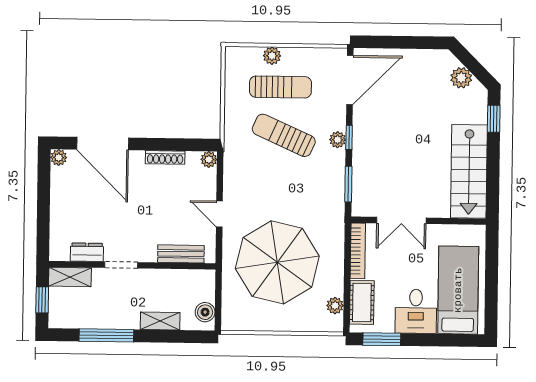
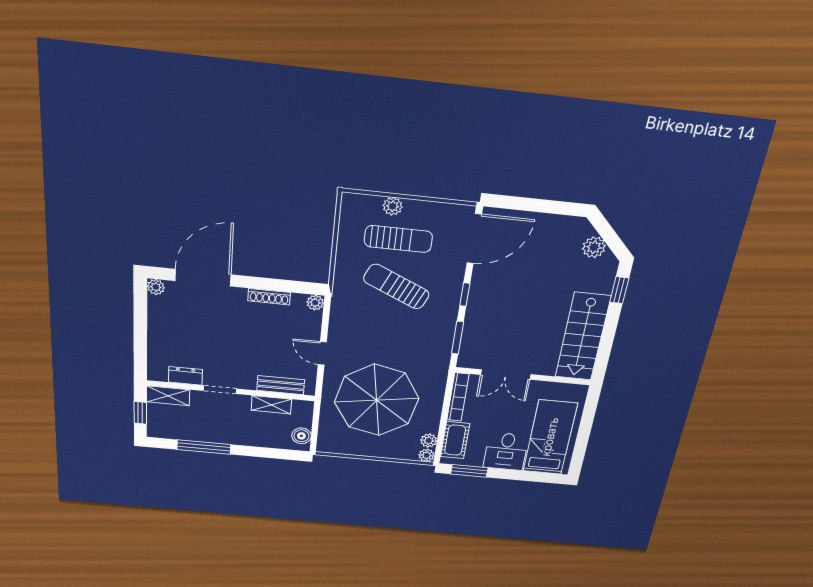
plant: (338, 140) -> (427, 455), moved
door: (103, 144) -> (203, 278), swing flipped
shelving: (160, 321) -> (271, 405), moved

